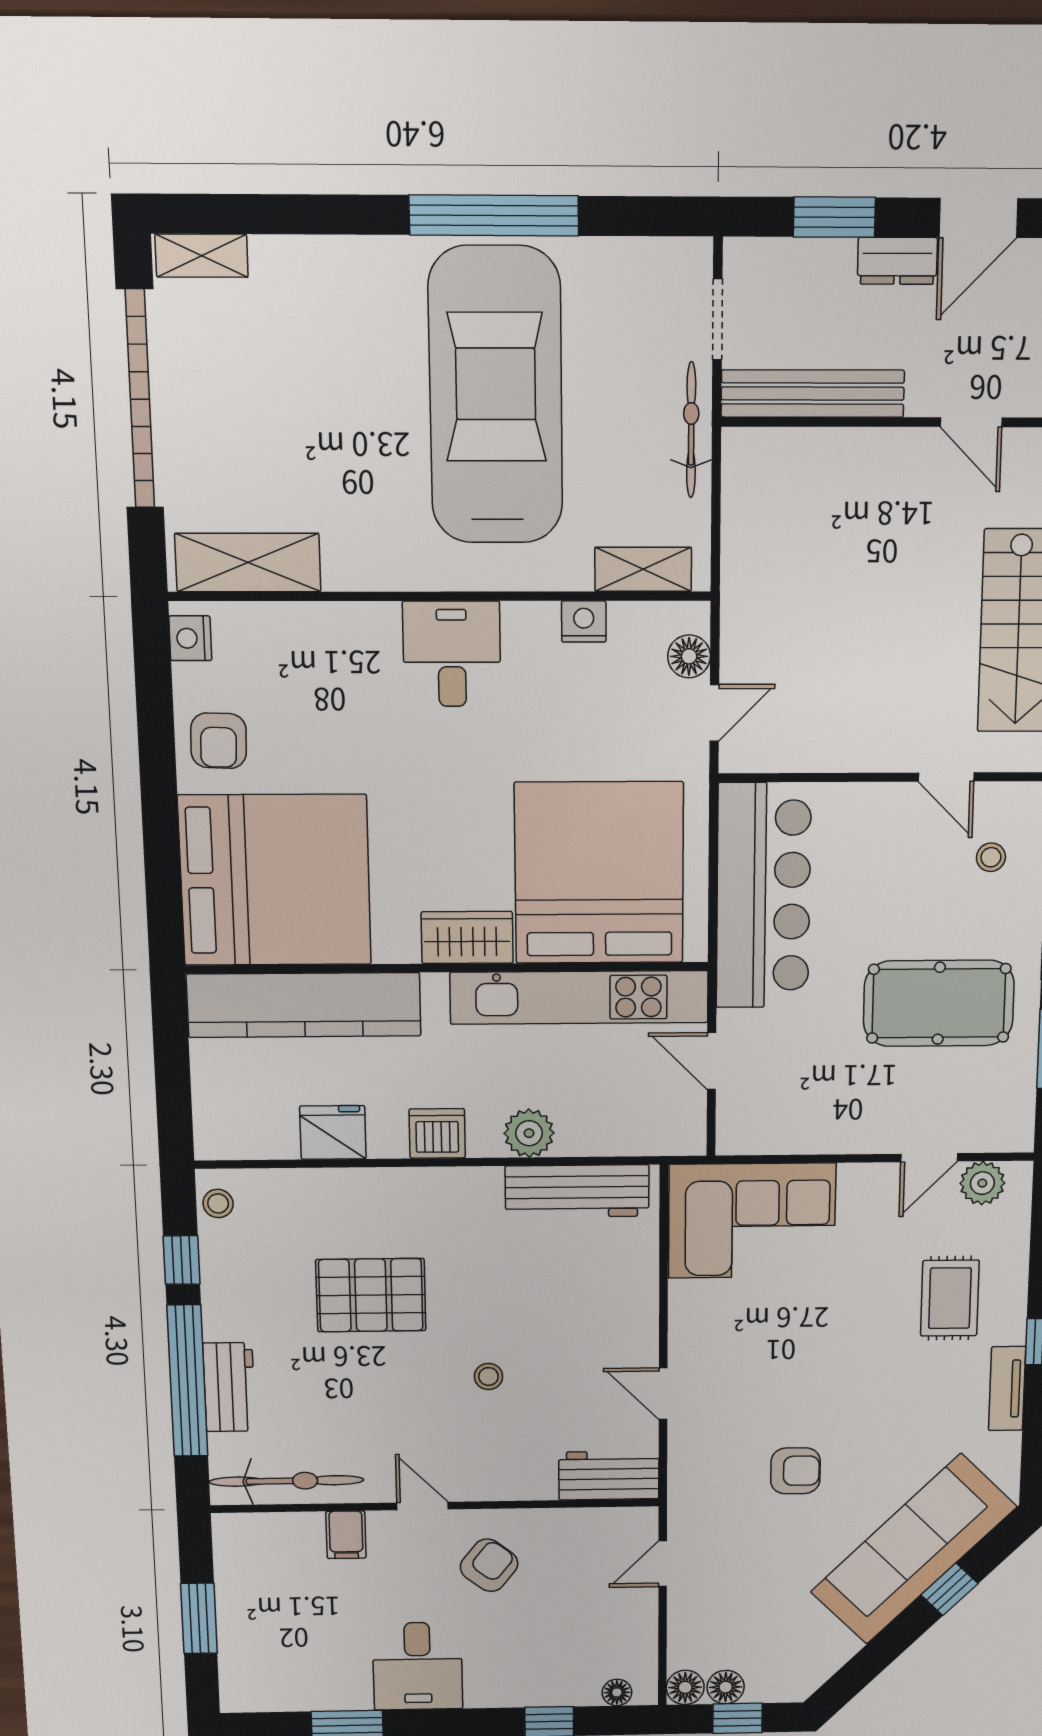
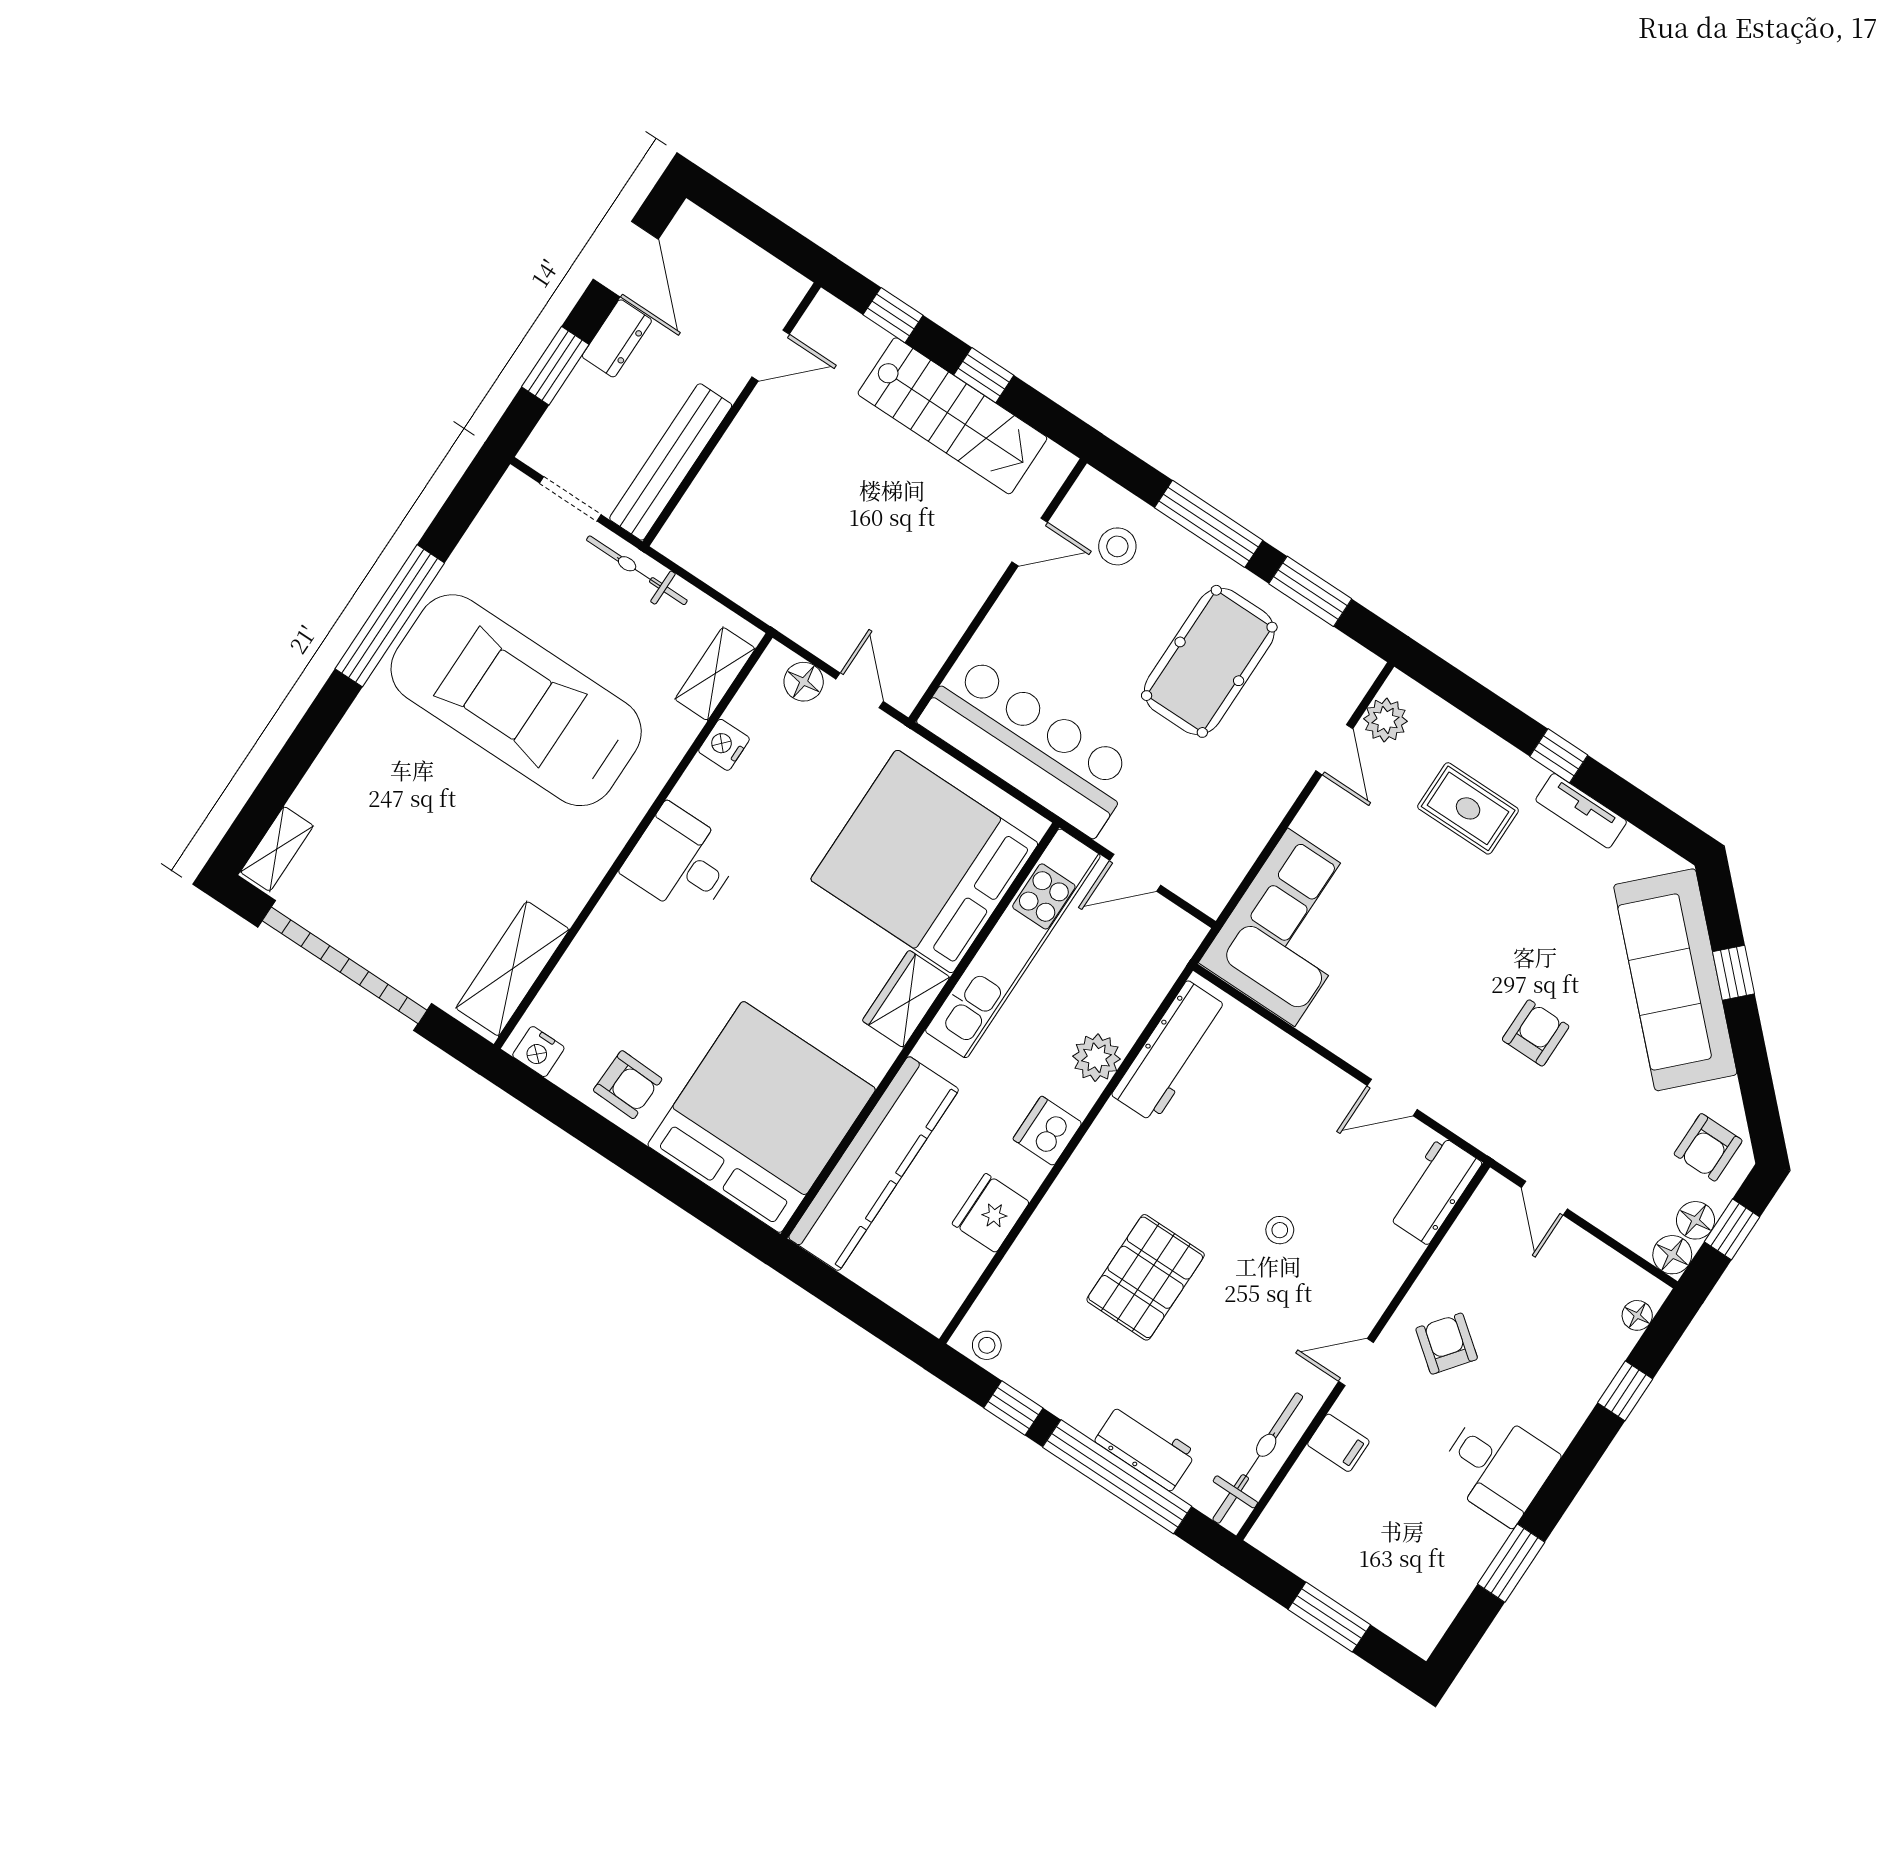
stool: (991, 857) -> (1117, 546), width x1.37, depth x1.37
armchair: (792, 1659) -> (1708, 1147), added

